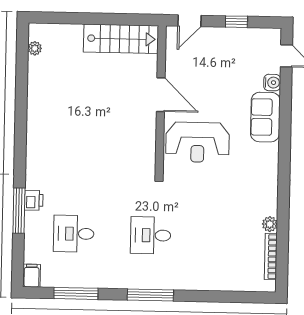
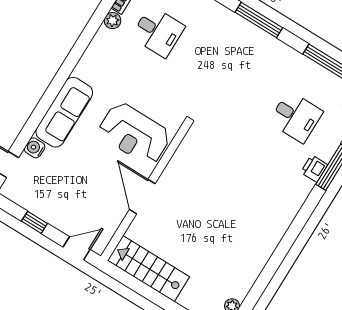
sofa: (265, 117) -> (64, 112), width x1.36
reception desk: (198, 142) -> (134, 134), turned 180
desk: (151, 235) -> (158, 32), moved

